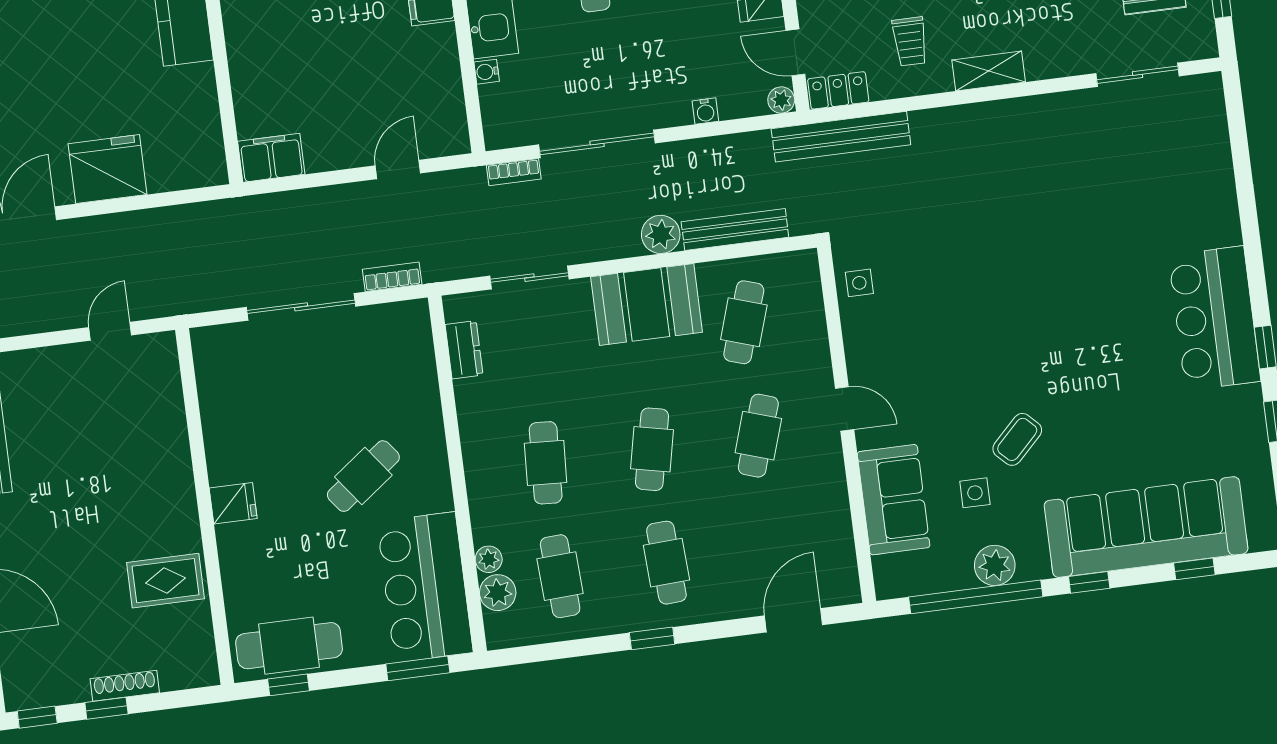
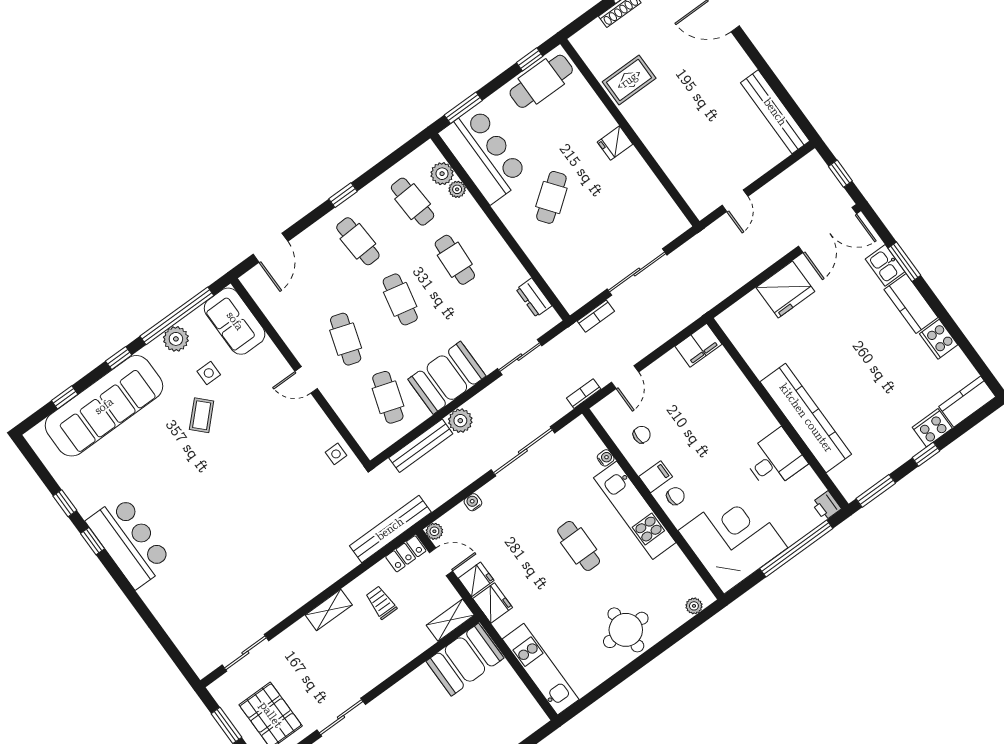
chair: (419, 77) -> (642, 435), added
bookcase: (514, 172) -> (584, 394), moved
sofa: (894, 500) -> (235, 321), moved

